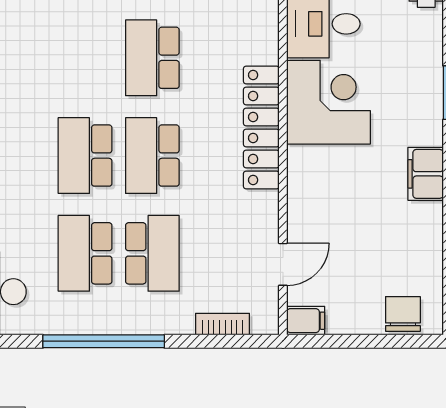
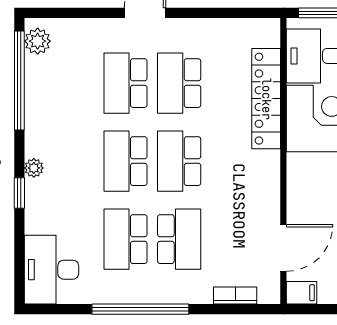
school desk: (85, 58) -> (125, 83), added
locker: (261, 127) -> (266, 99), moved
door: (283, 264) -> (283, 248), width x1.38

